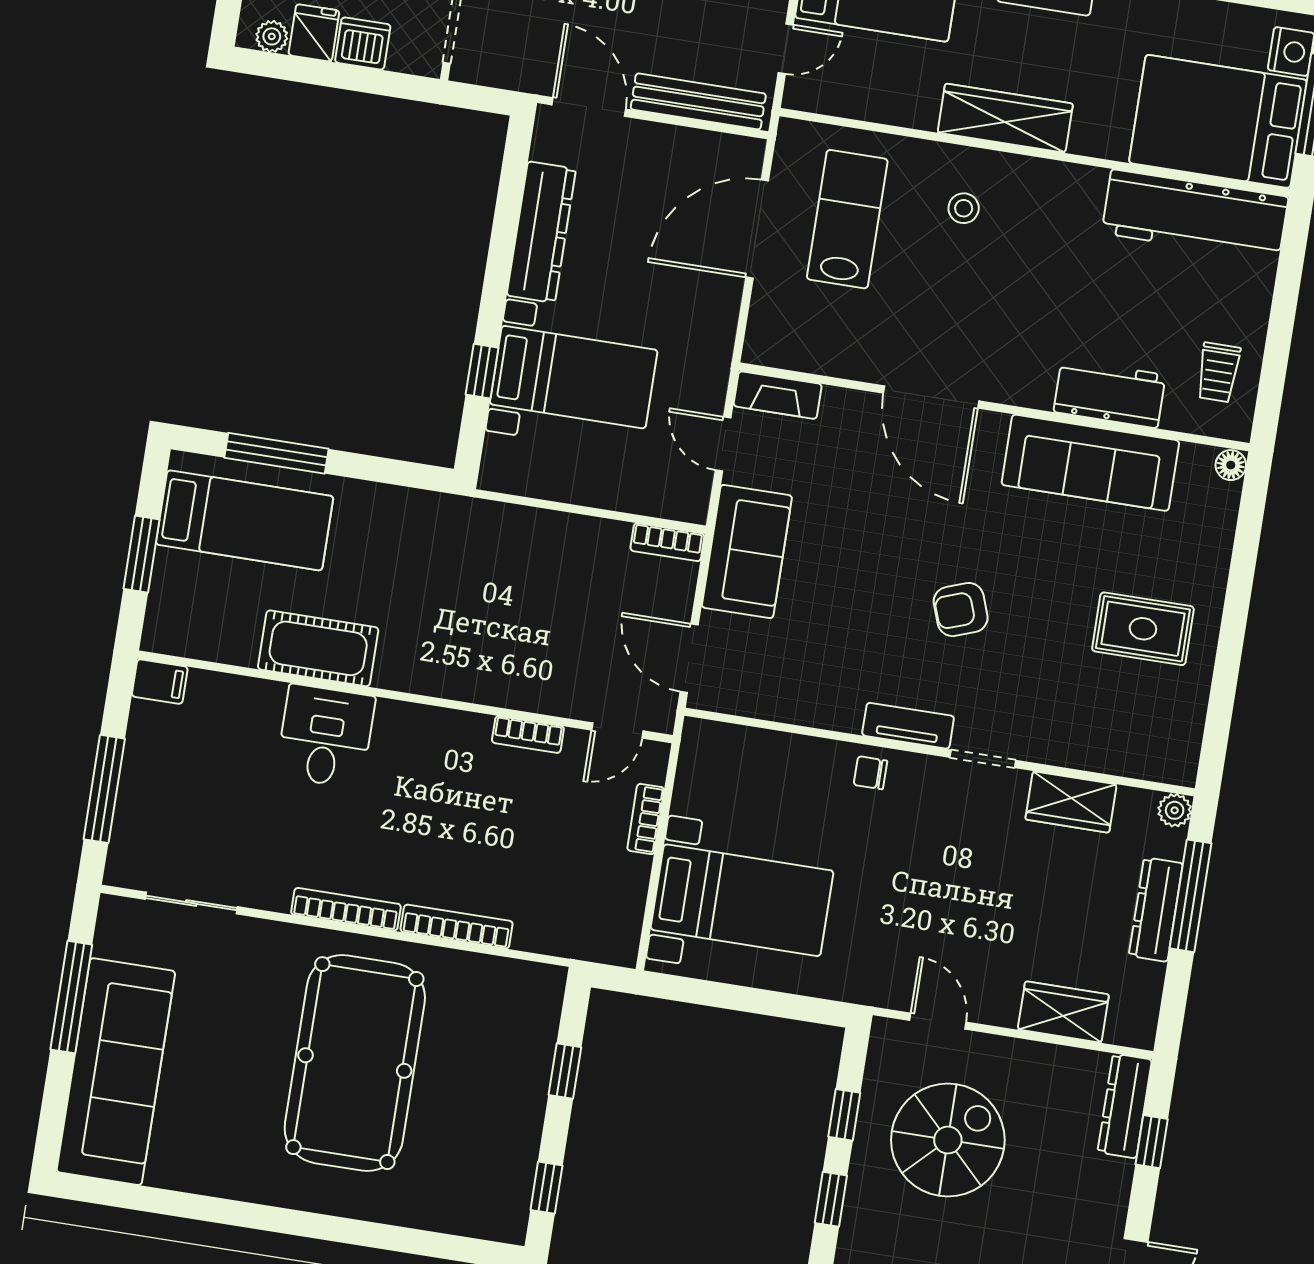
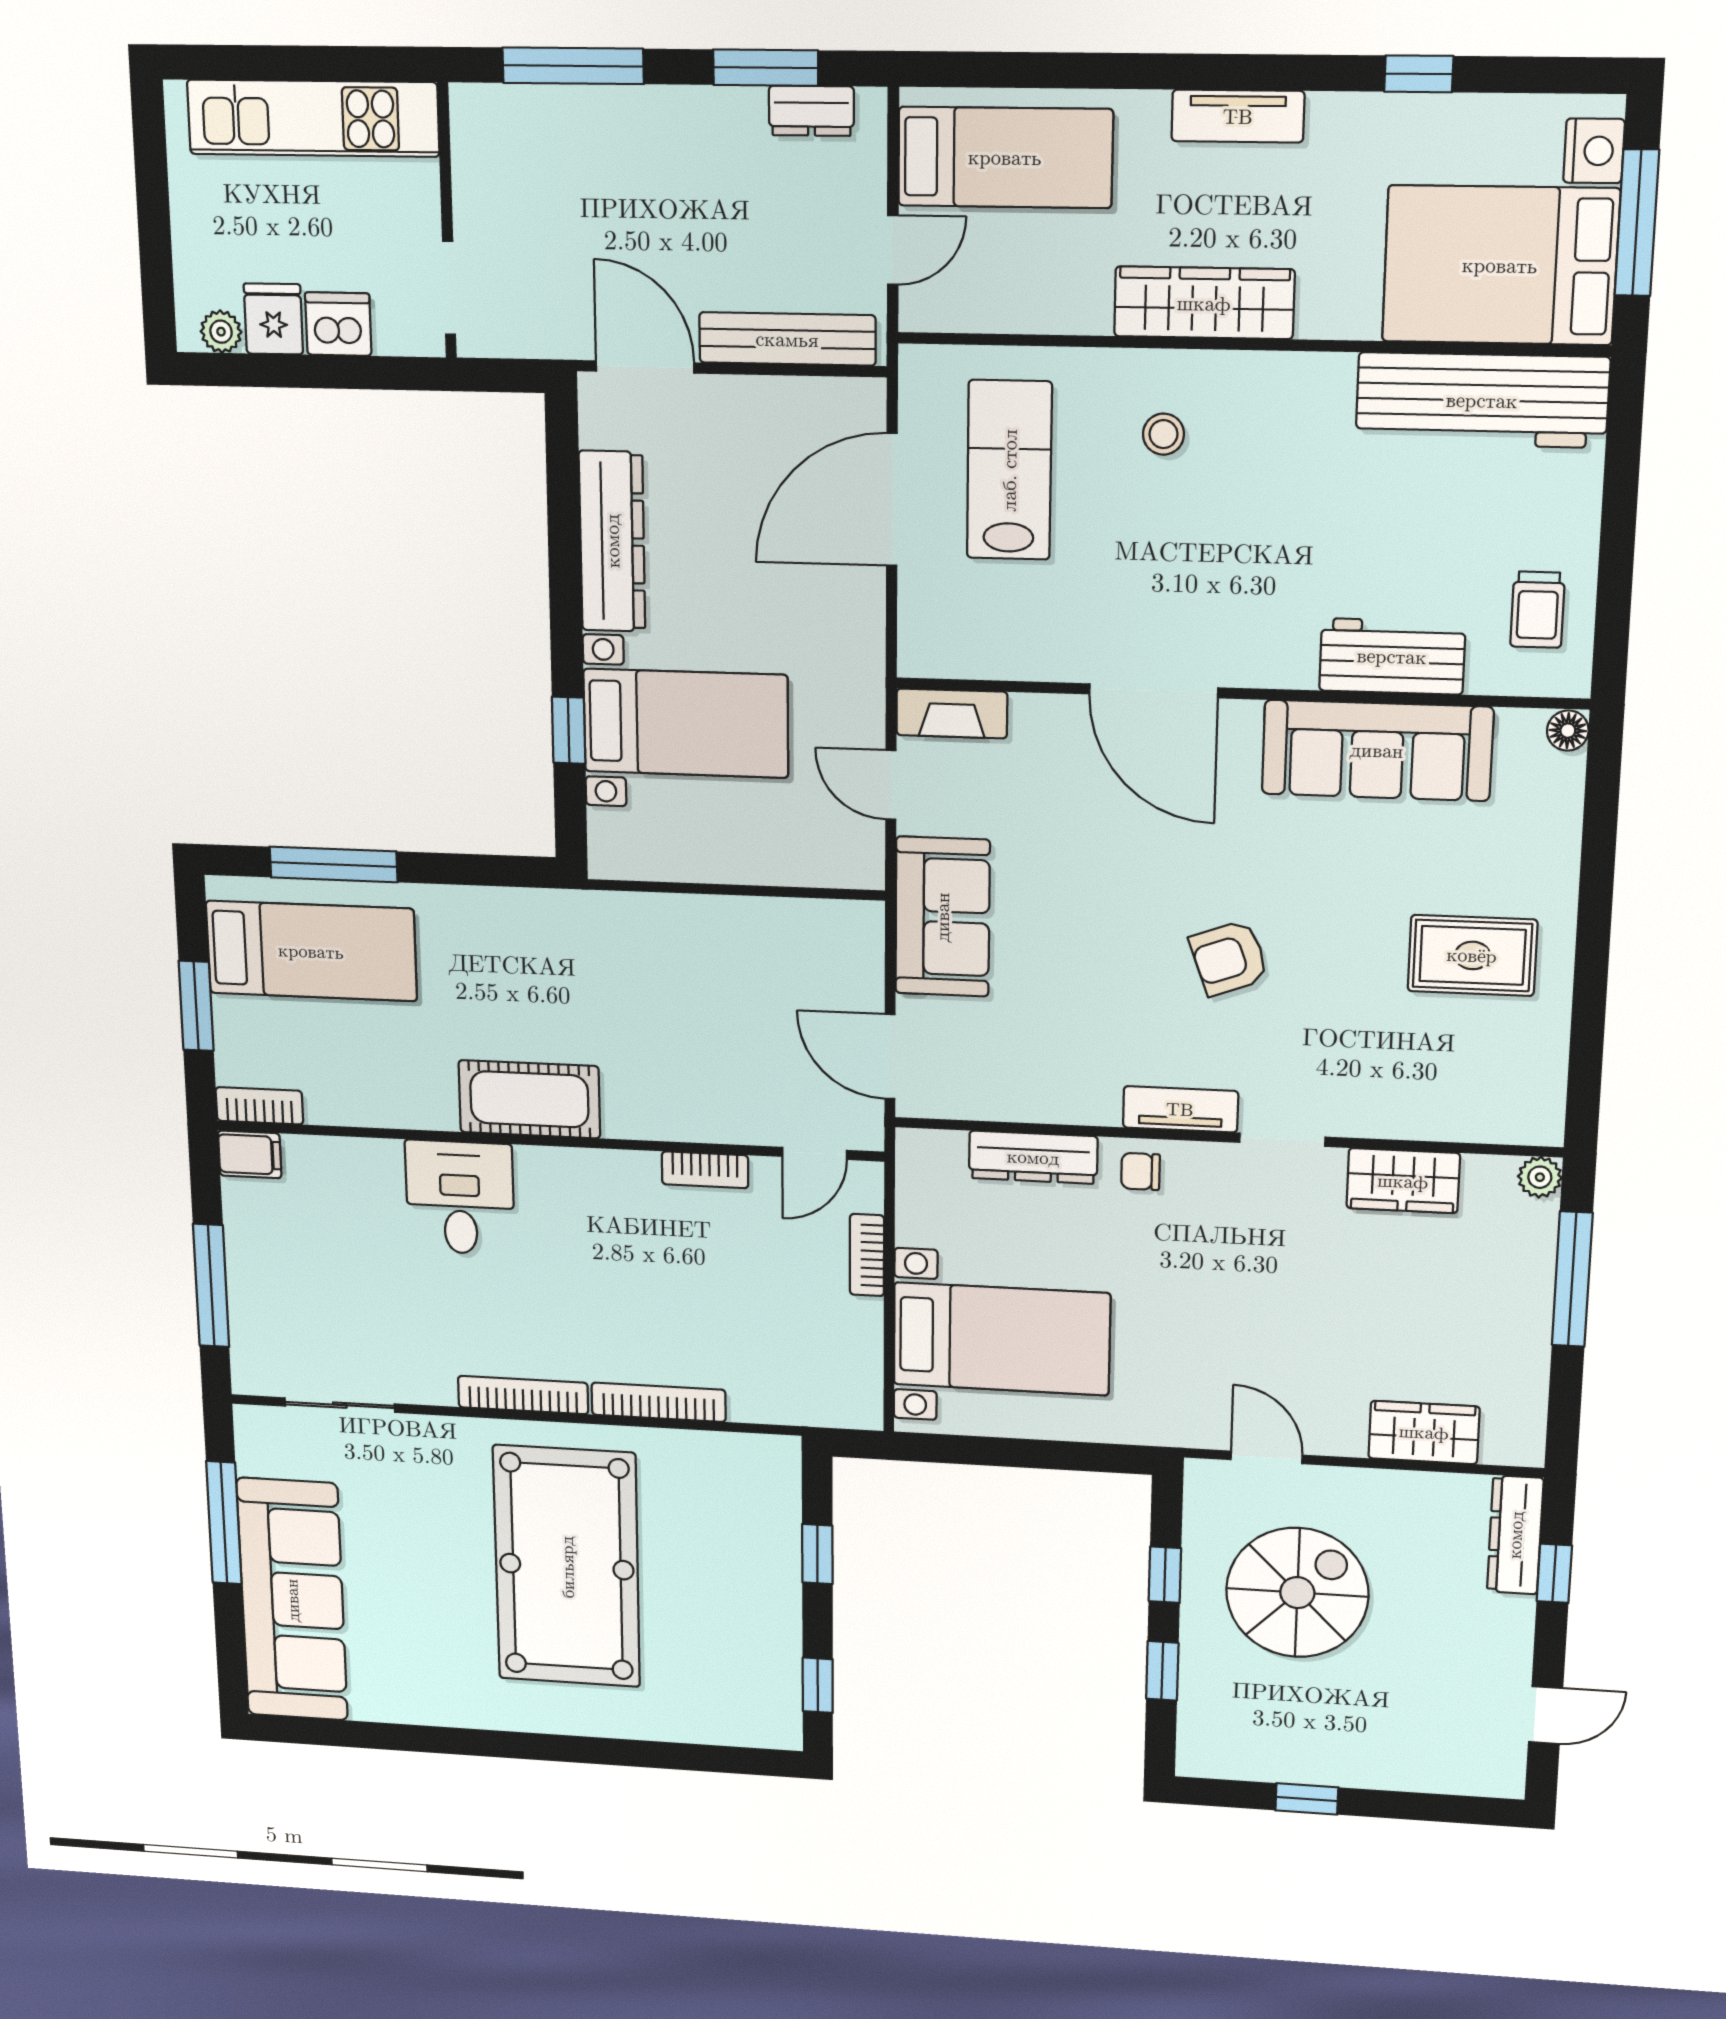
bookcase: (667, 542) -> (259, 1106), moved, turned 180
cot: (318, 648) -> (529, 1099), moved
dresser: (1156, 910) -> (1033, 1157), moved, turned -90

